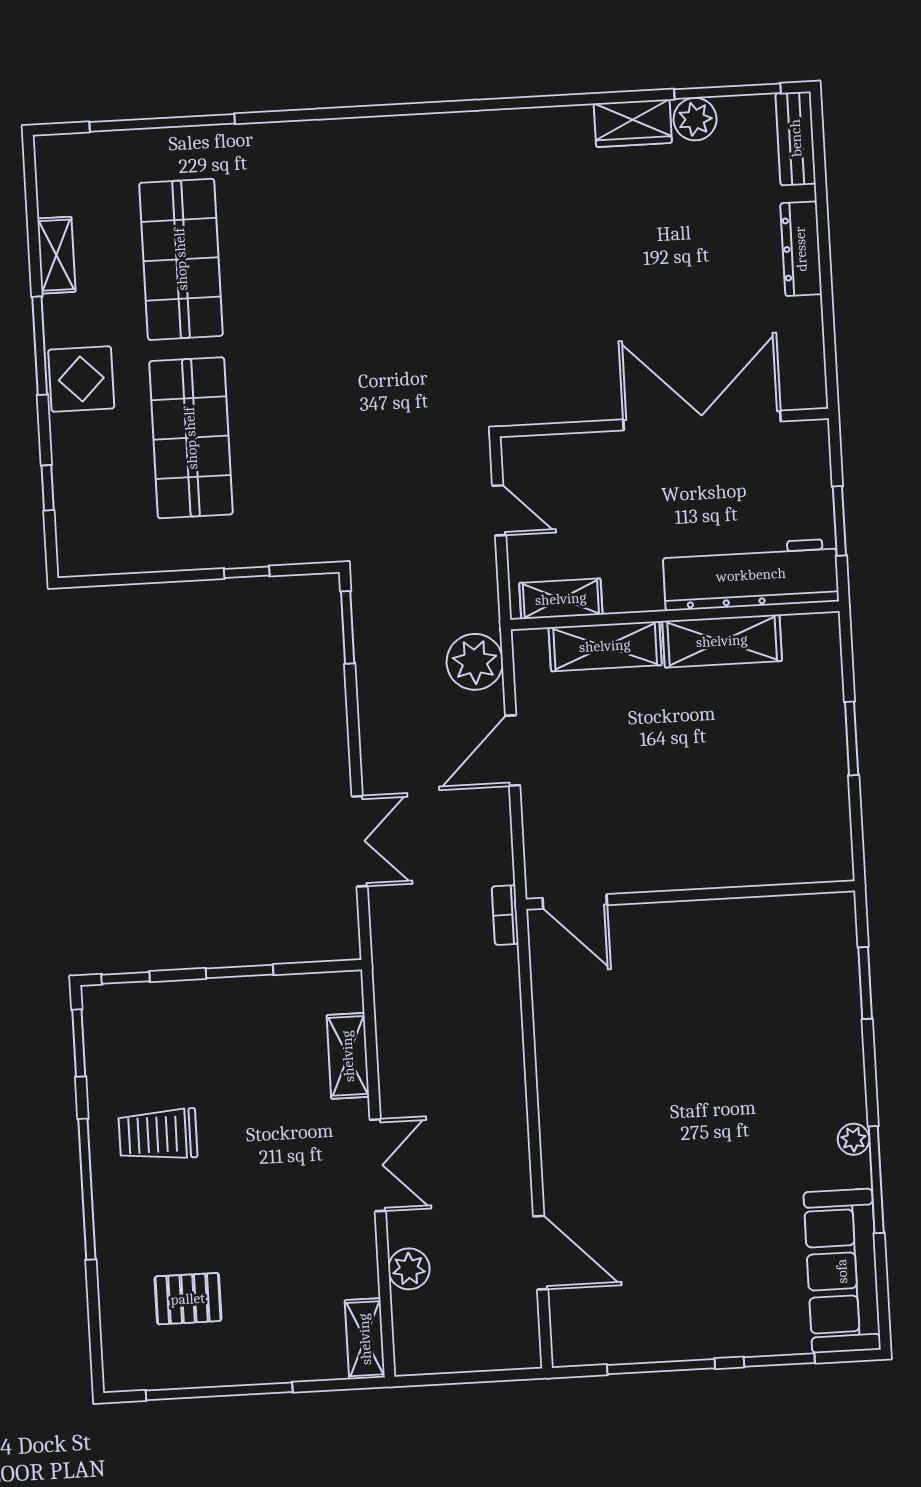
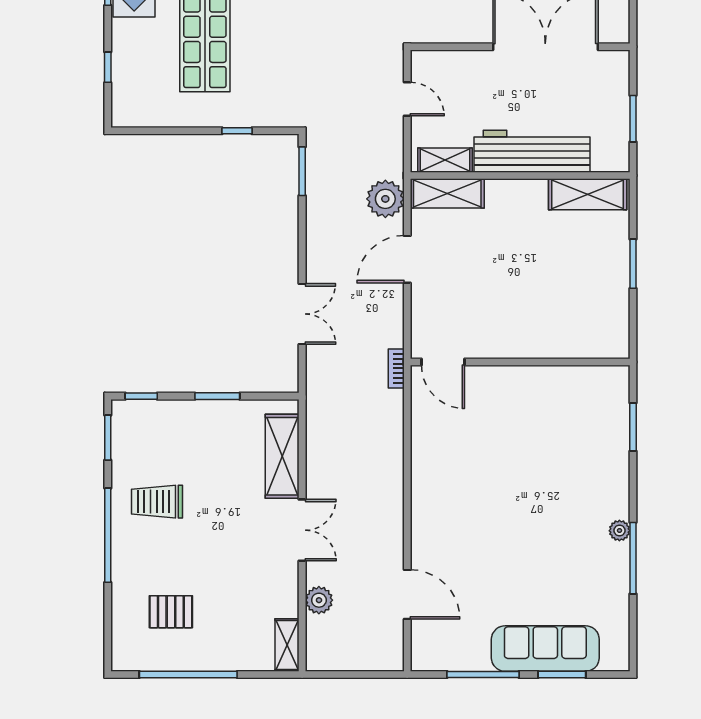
workbench: (751, 575) -> (532, 151), moved
shelving: (722, 641) -> (588, 194), moved
shelving: (605, 646) -> (447, 193), moved
shelving: (348, 1056) -> (282, 456), width x1.50, depth x1.33
sofa: (842, 1271) -> (545, 649), moved, turned 90

